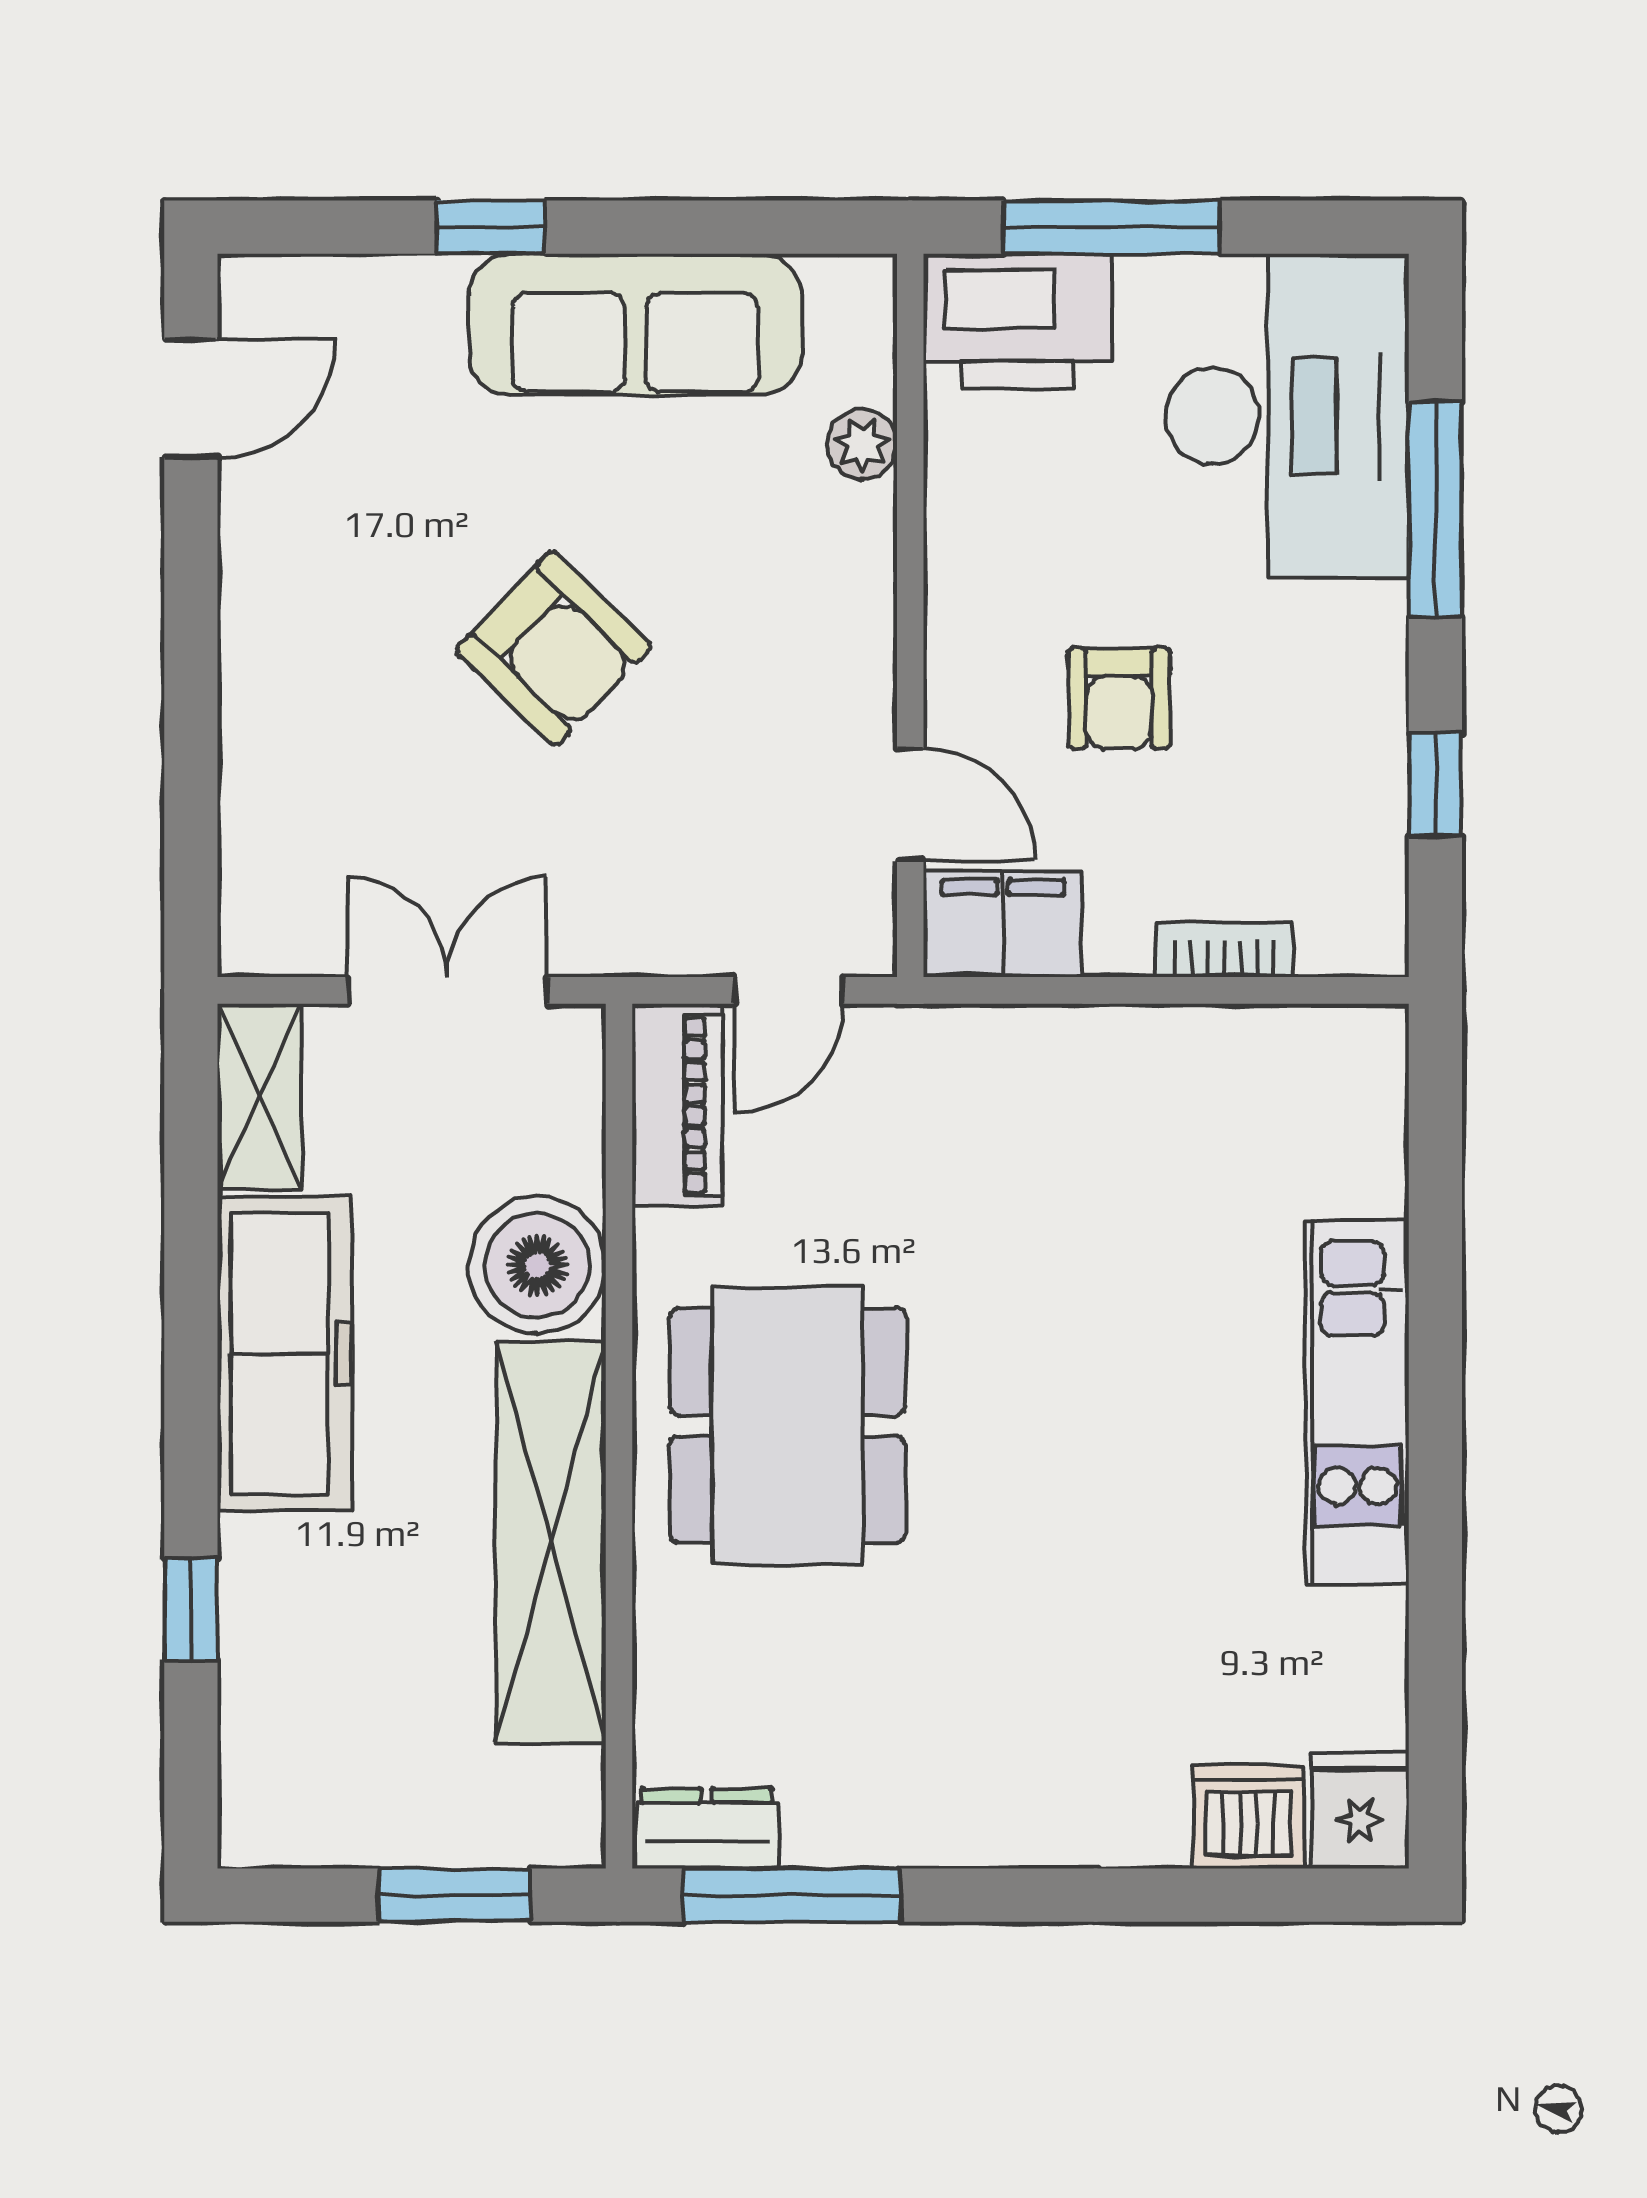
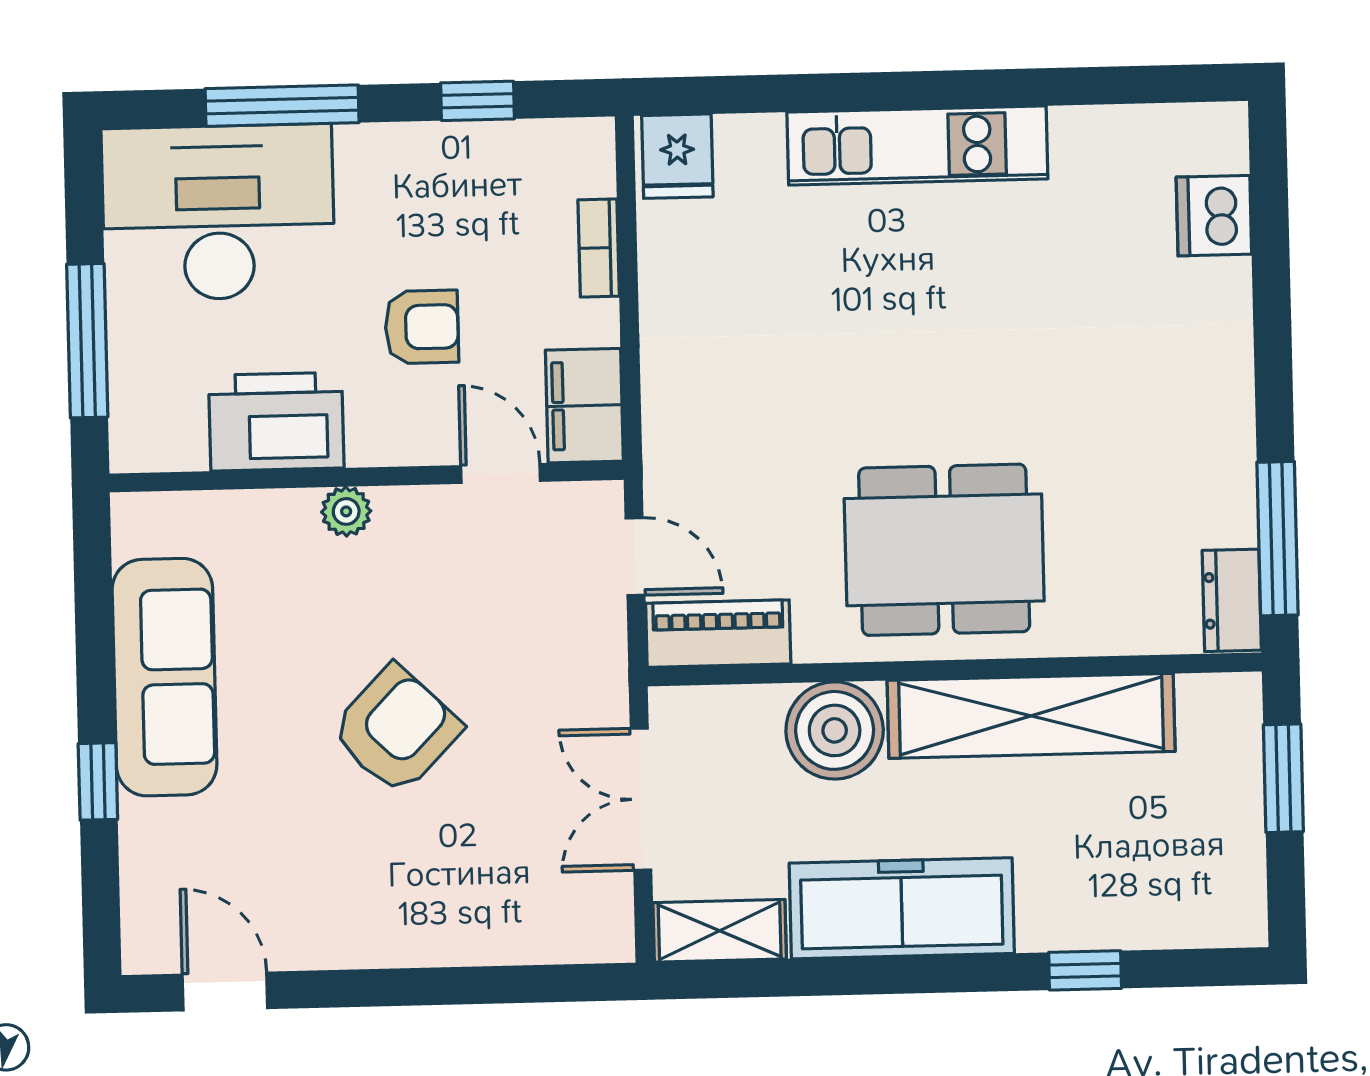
printer: (1017, 321) -> (276, 422), moved, turned -90
plant: (862, 444) -> (346, 511), moved
door: (910, 804) -> (500, 473), hinge flipped
fridge: (1360, 1810) -> (677, 156), moved, turned -90

